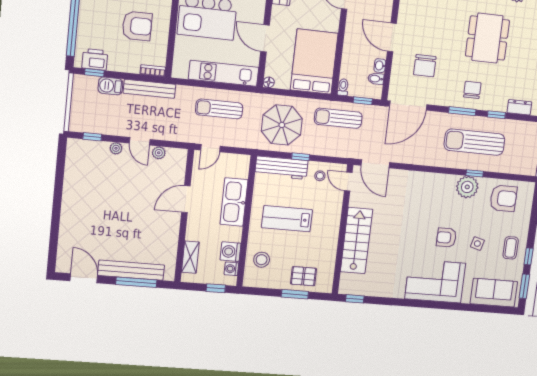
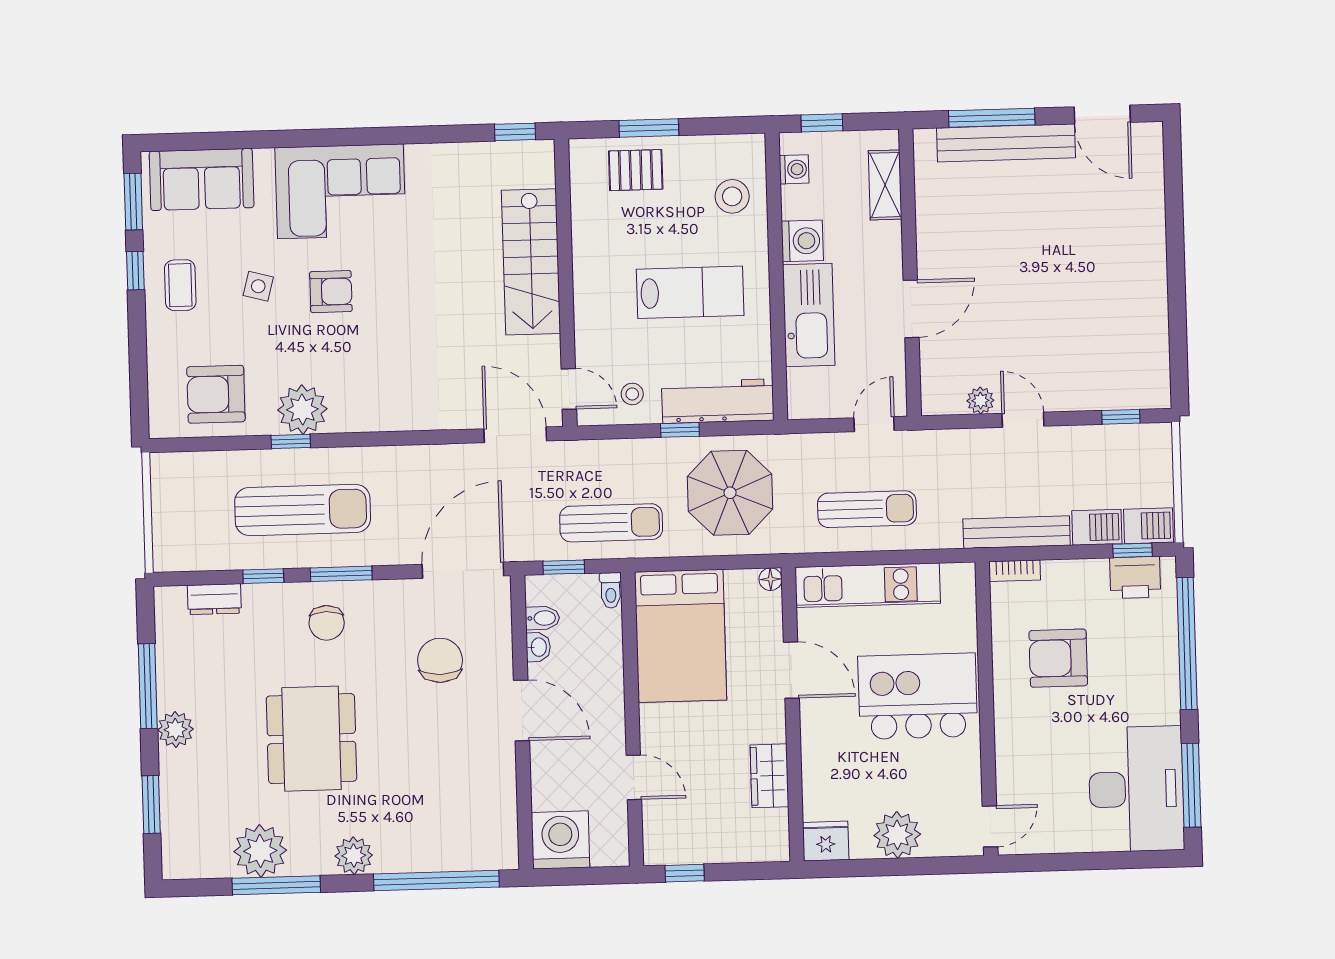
barbecue: (85, 83) -> (1148, 526), added
plant: (116, 148) -> (1070, 399), removed
washing machine: (230, 252) -> (802, 241), moved

